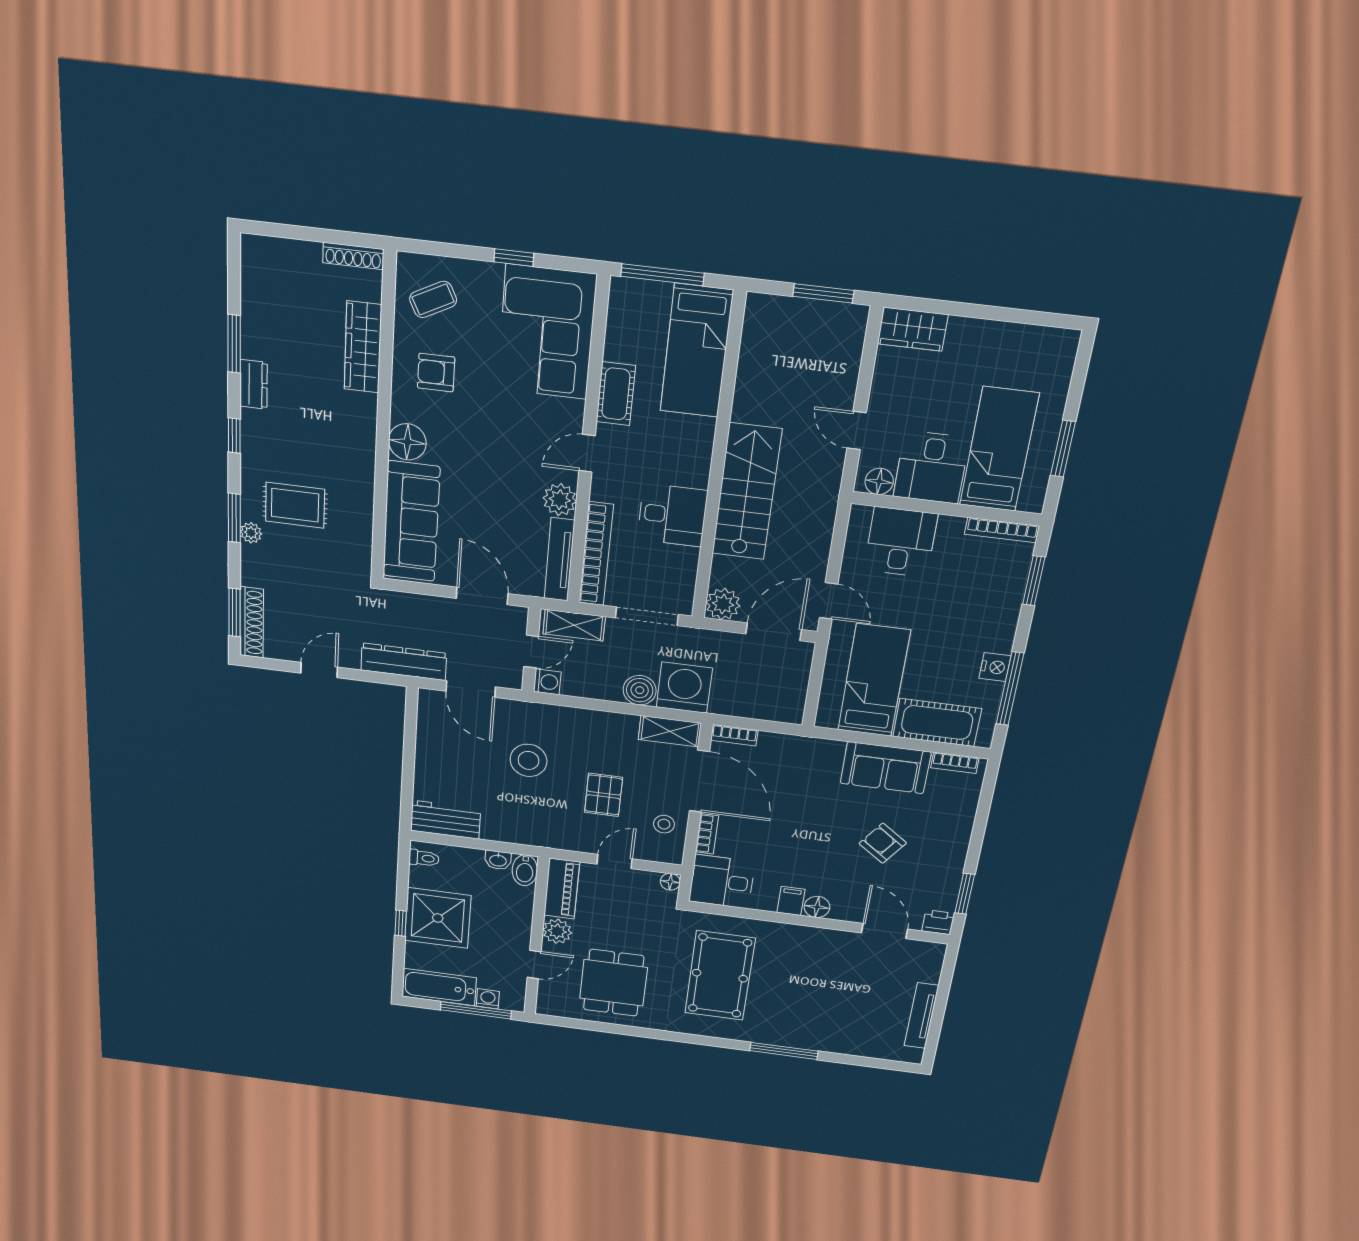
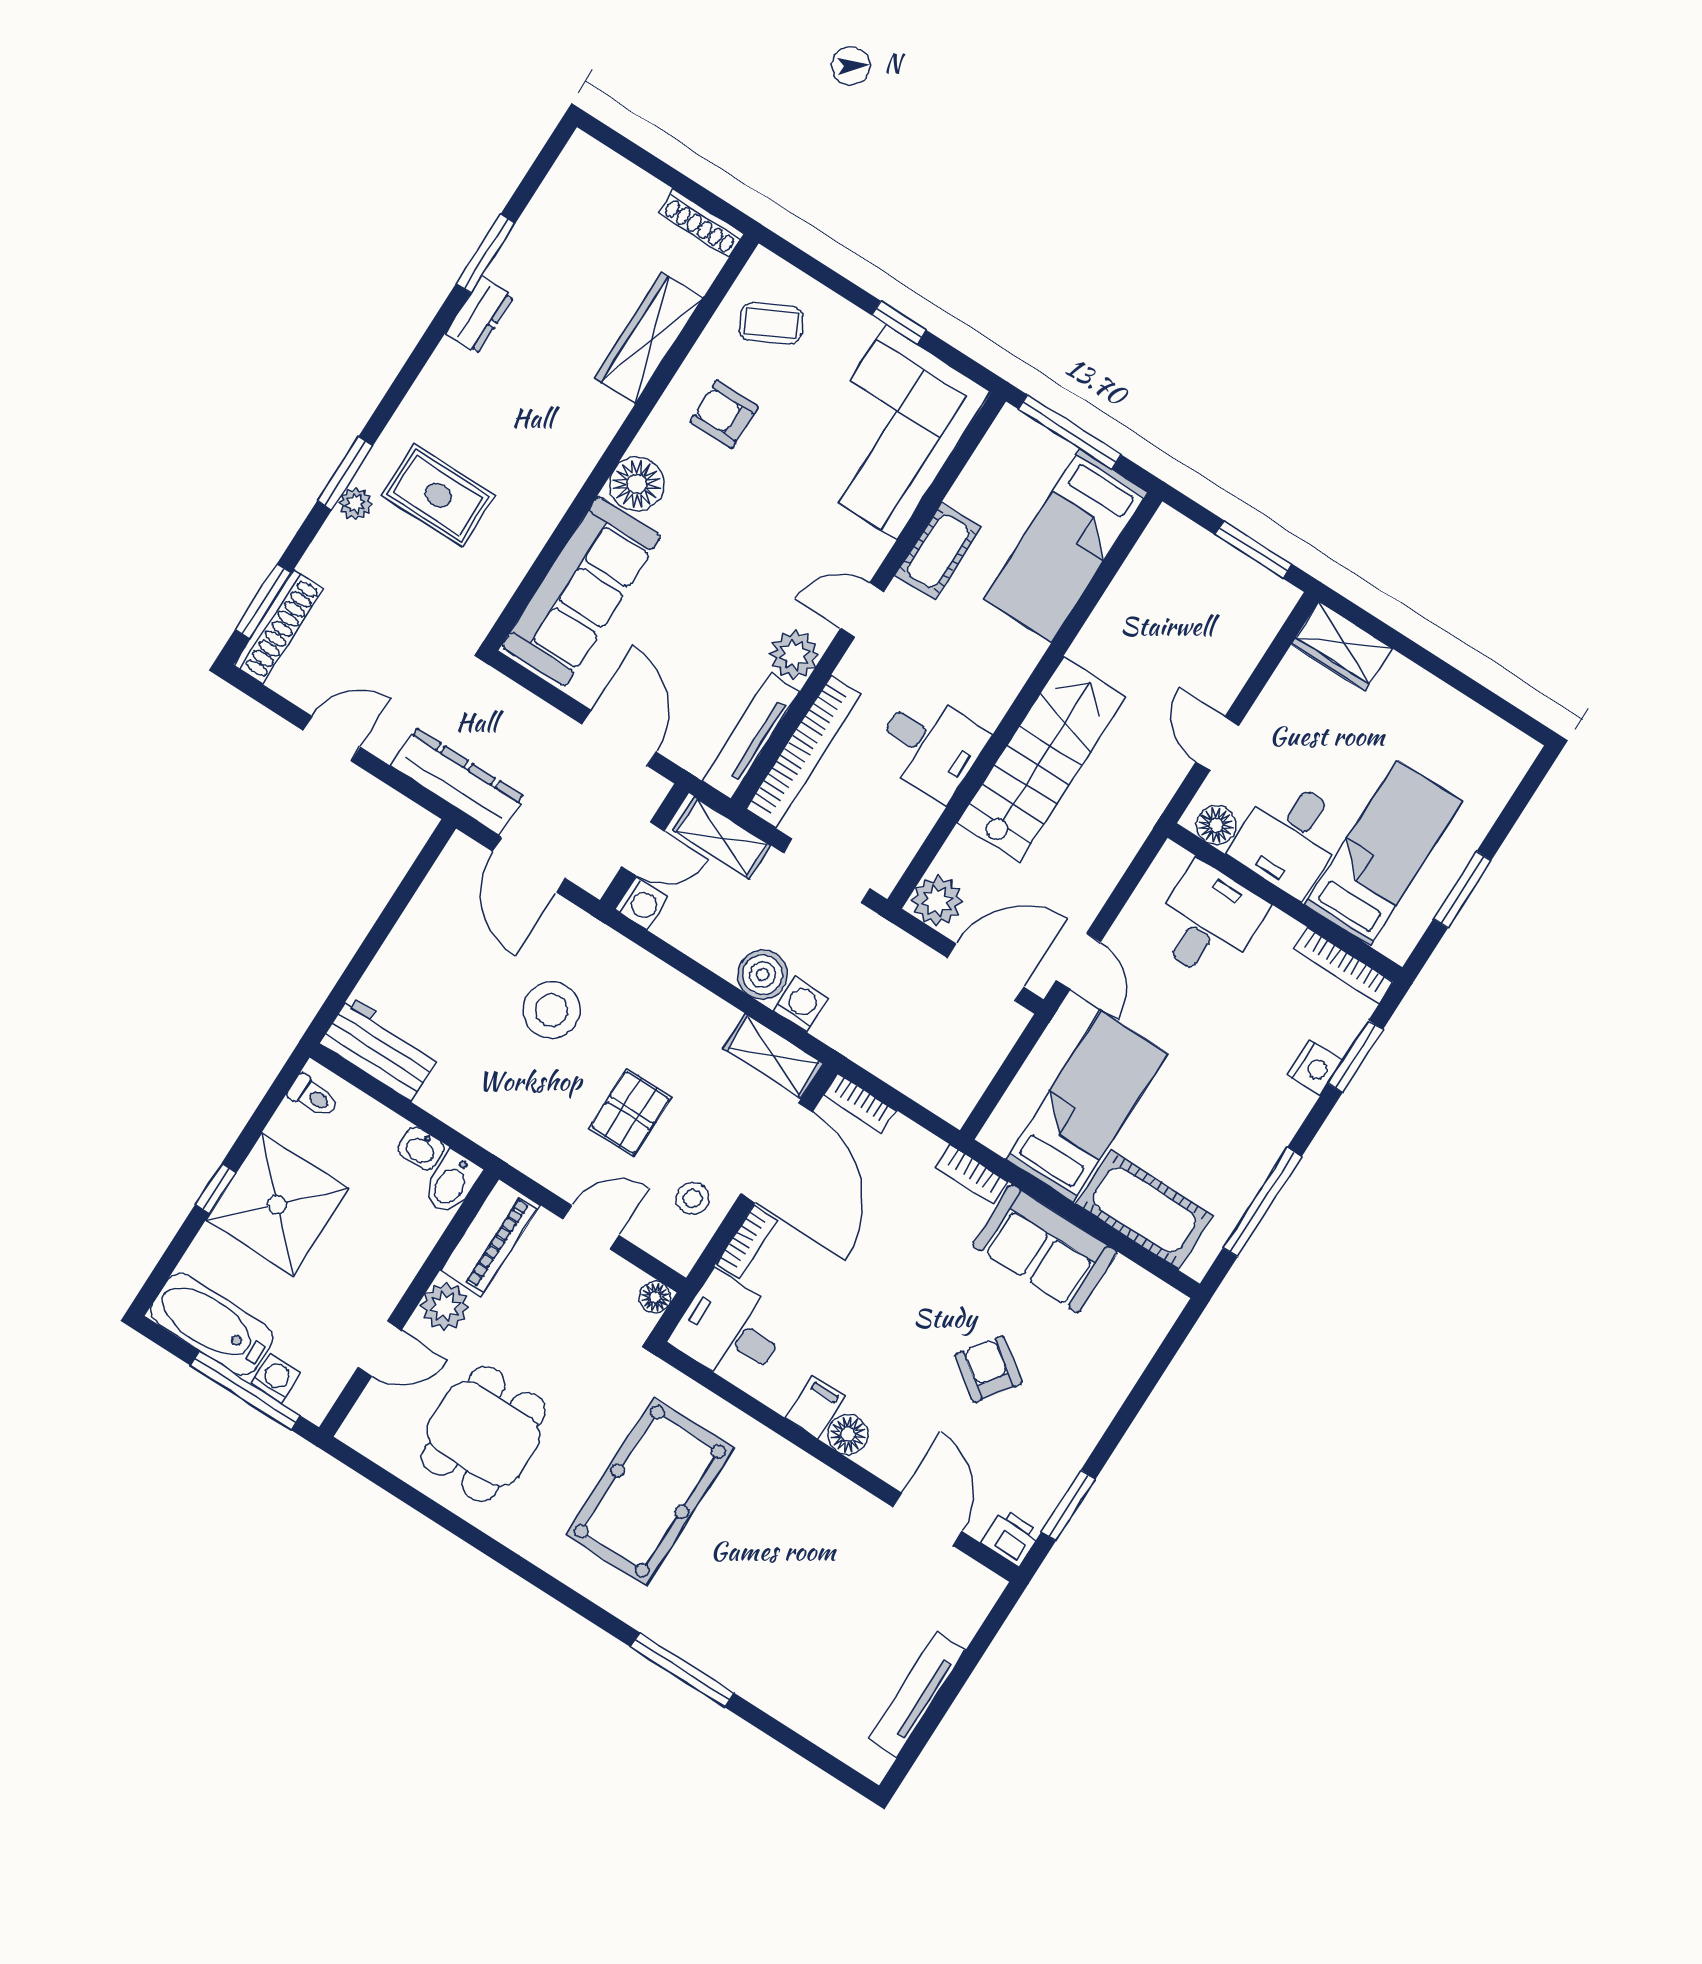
window: (234, 436) -> (413, 367), removed
nightstand: (995, 667) -> (1315, 1068), moved
washing machine: (684, 688) -> (801, 1005), width x0.53, depth x0.53
bookcase: (955, 763) -> (972, 1175), moved

